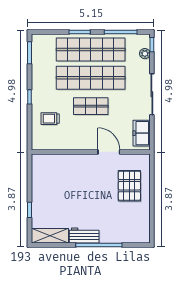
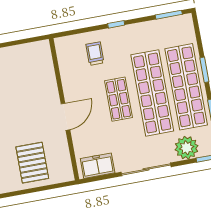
plant: (145, 54) -> (187, 148), width x1.88, depth x1.88
door: (109, 152) -> (65, 117), moved
pallet: (129, 186) -> (32, 163), turned 90

